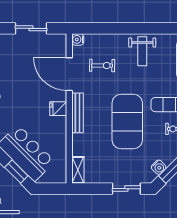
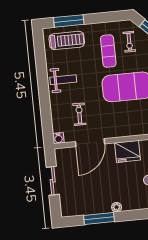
fridge: (58, 109) -> (128, 151), width x1.88, depth x1.34
bench: (77, 113) -> (124, 132), removed

